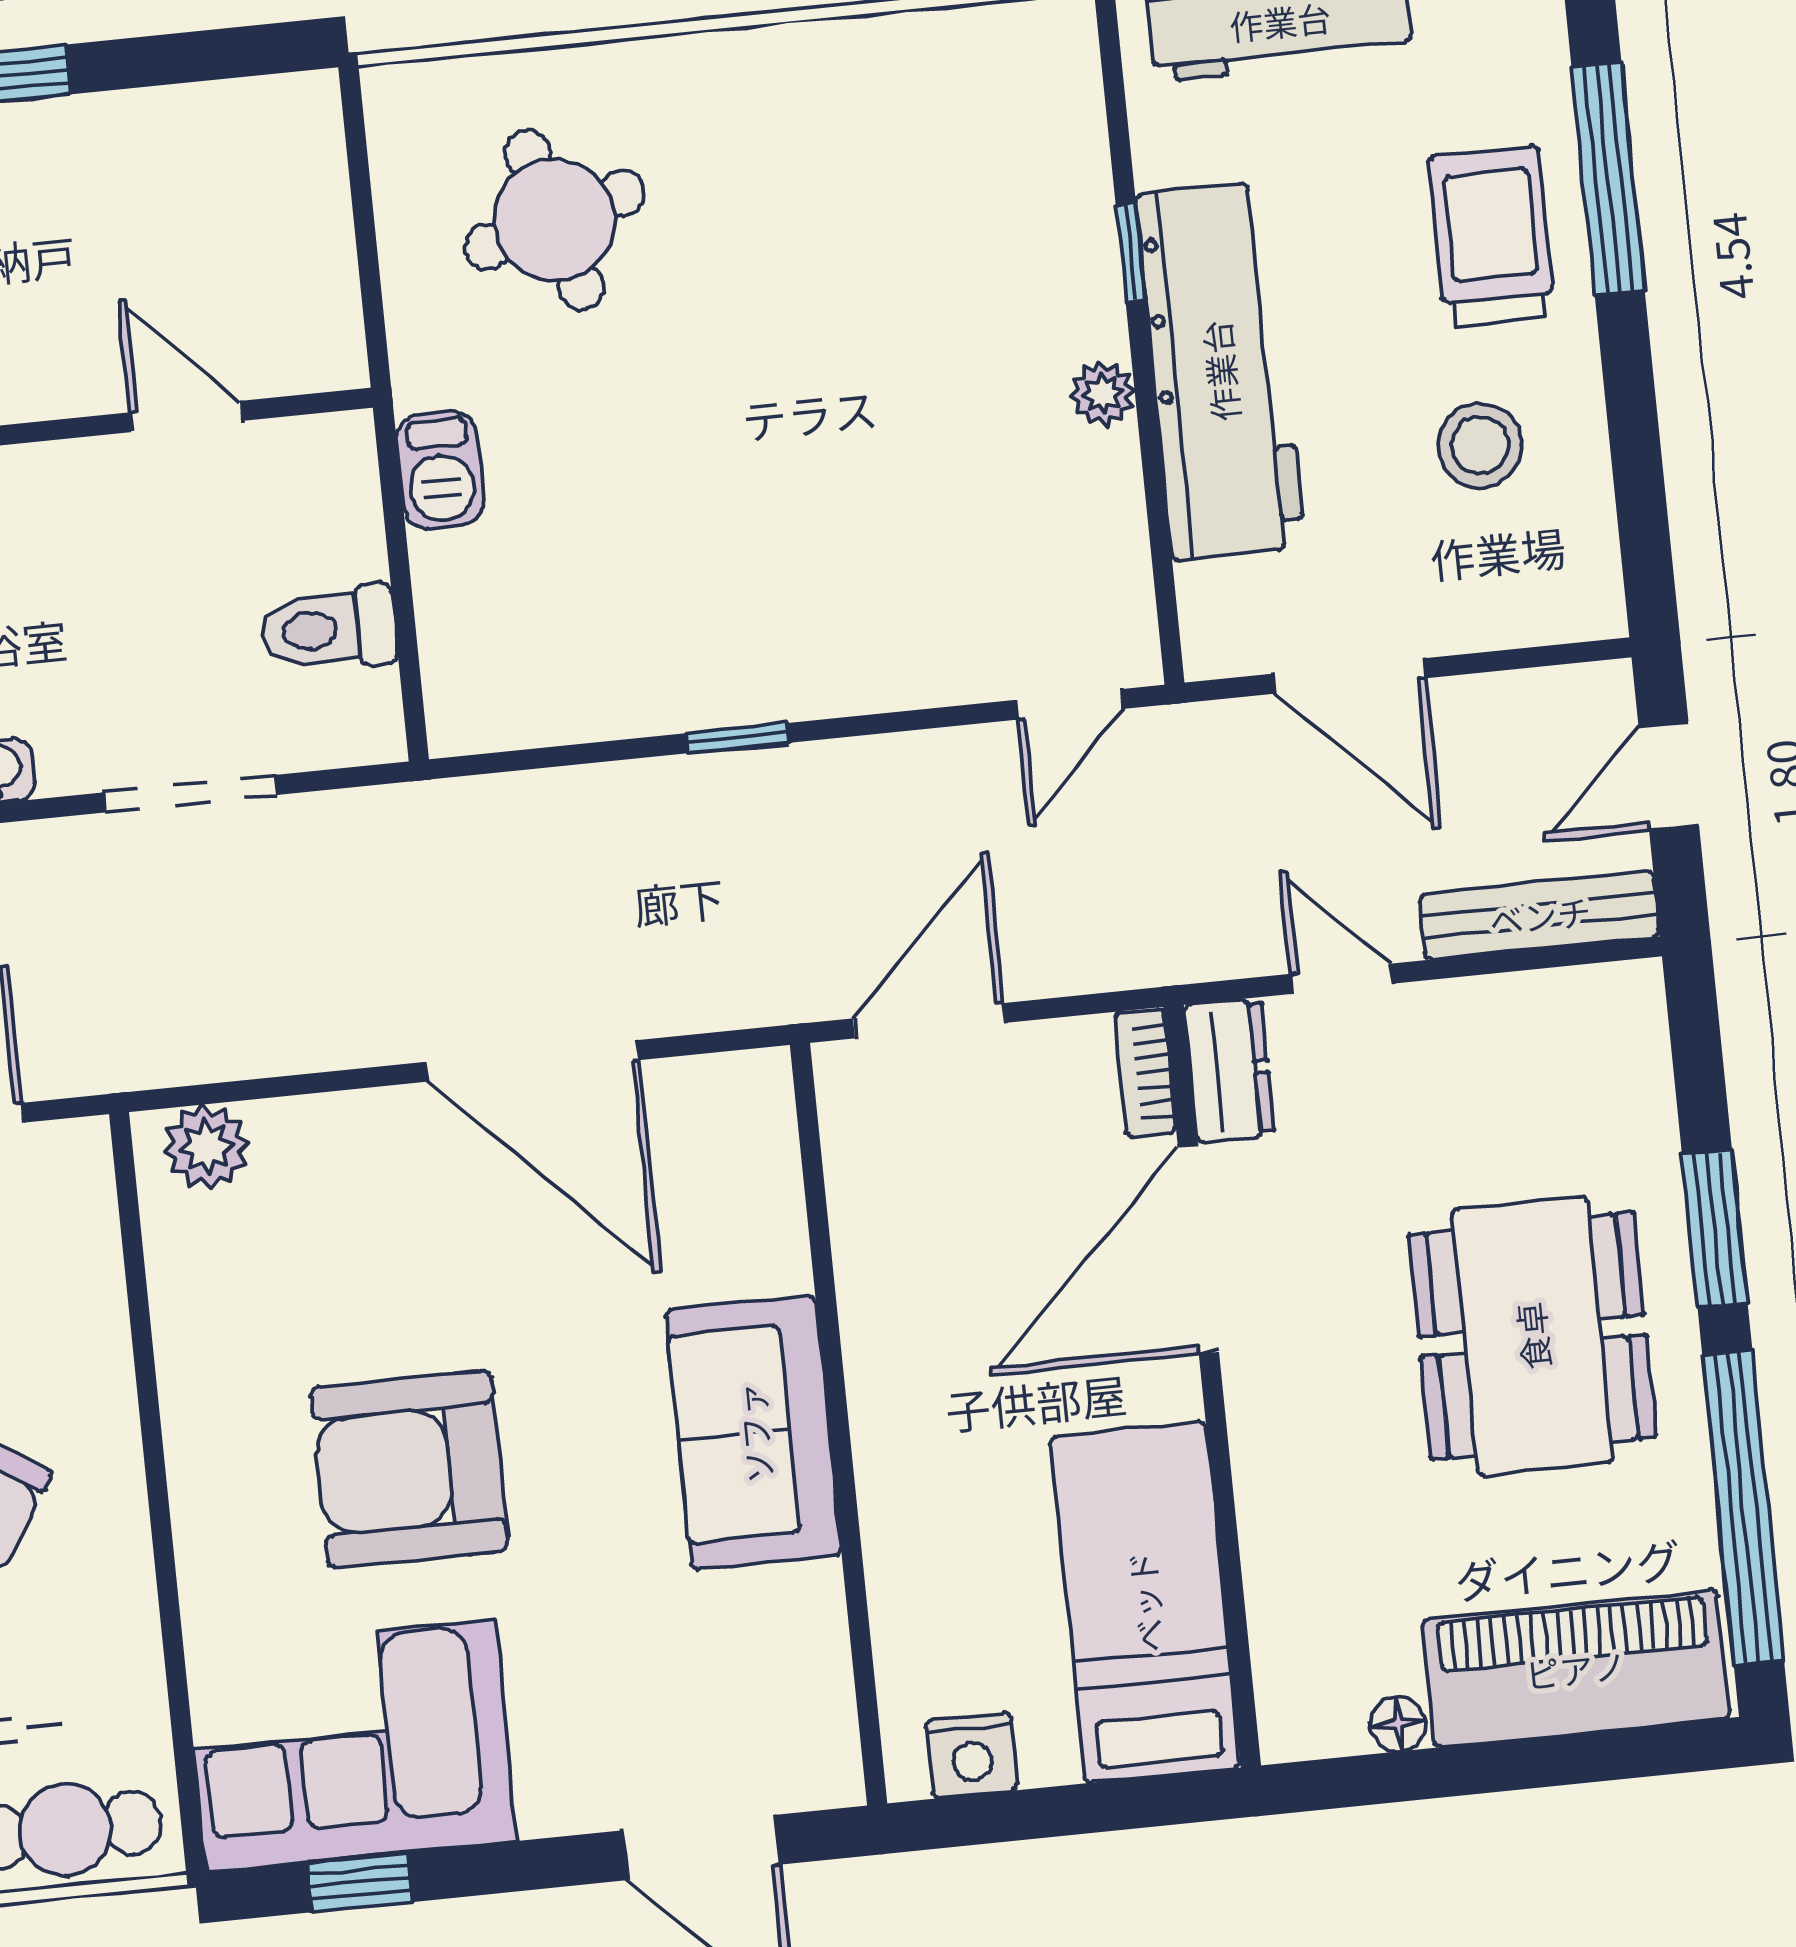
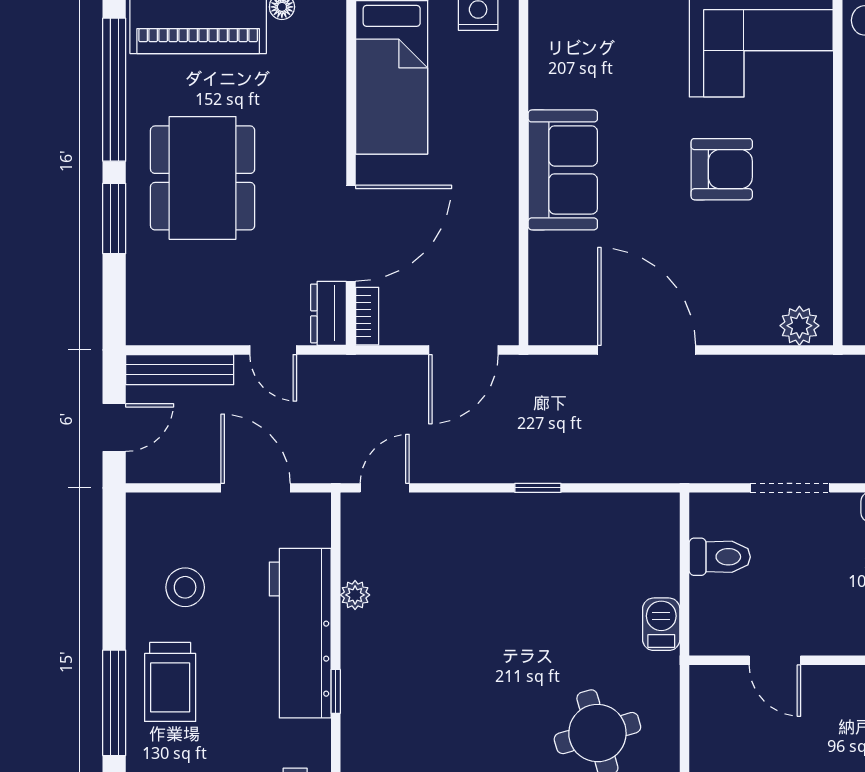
plant: (1103, 394) -> (355, 595), moved
armchair: (409, 1469) -> (722, 169), width x0.73, depth x0.73

